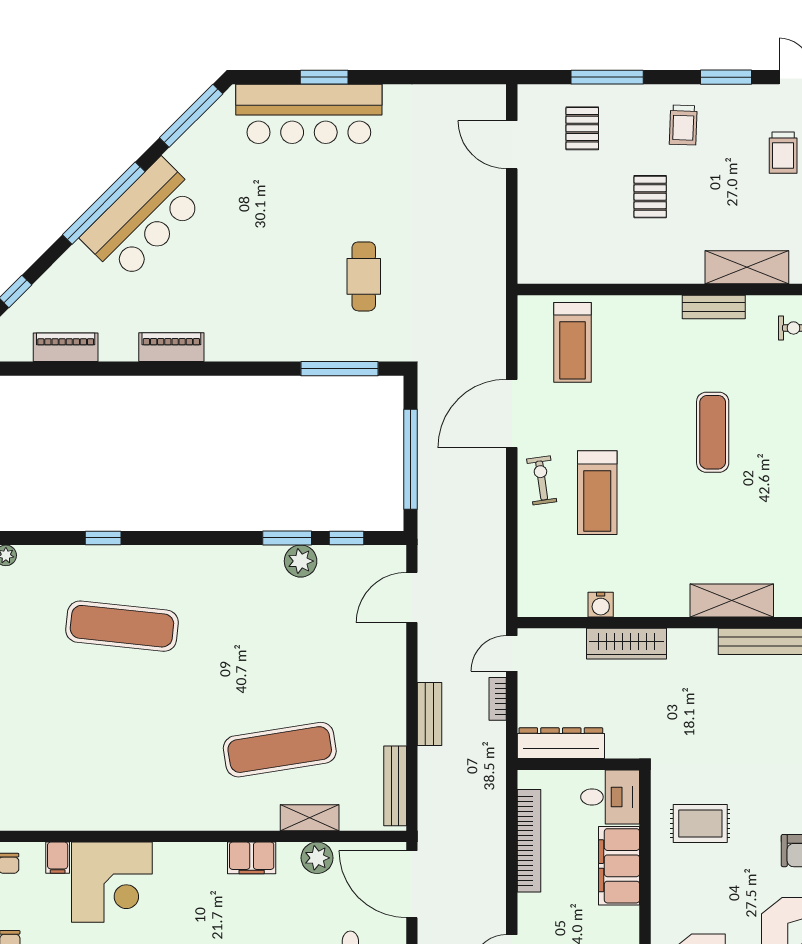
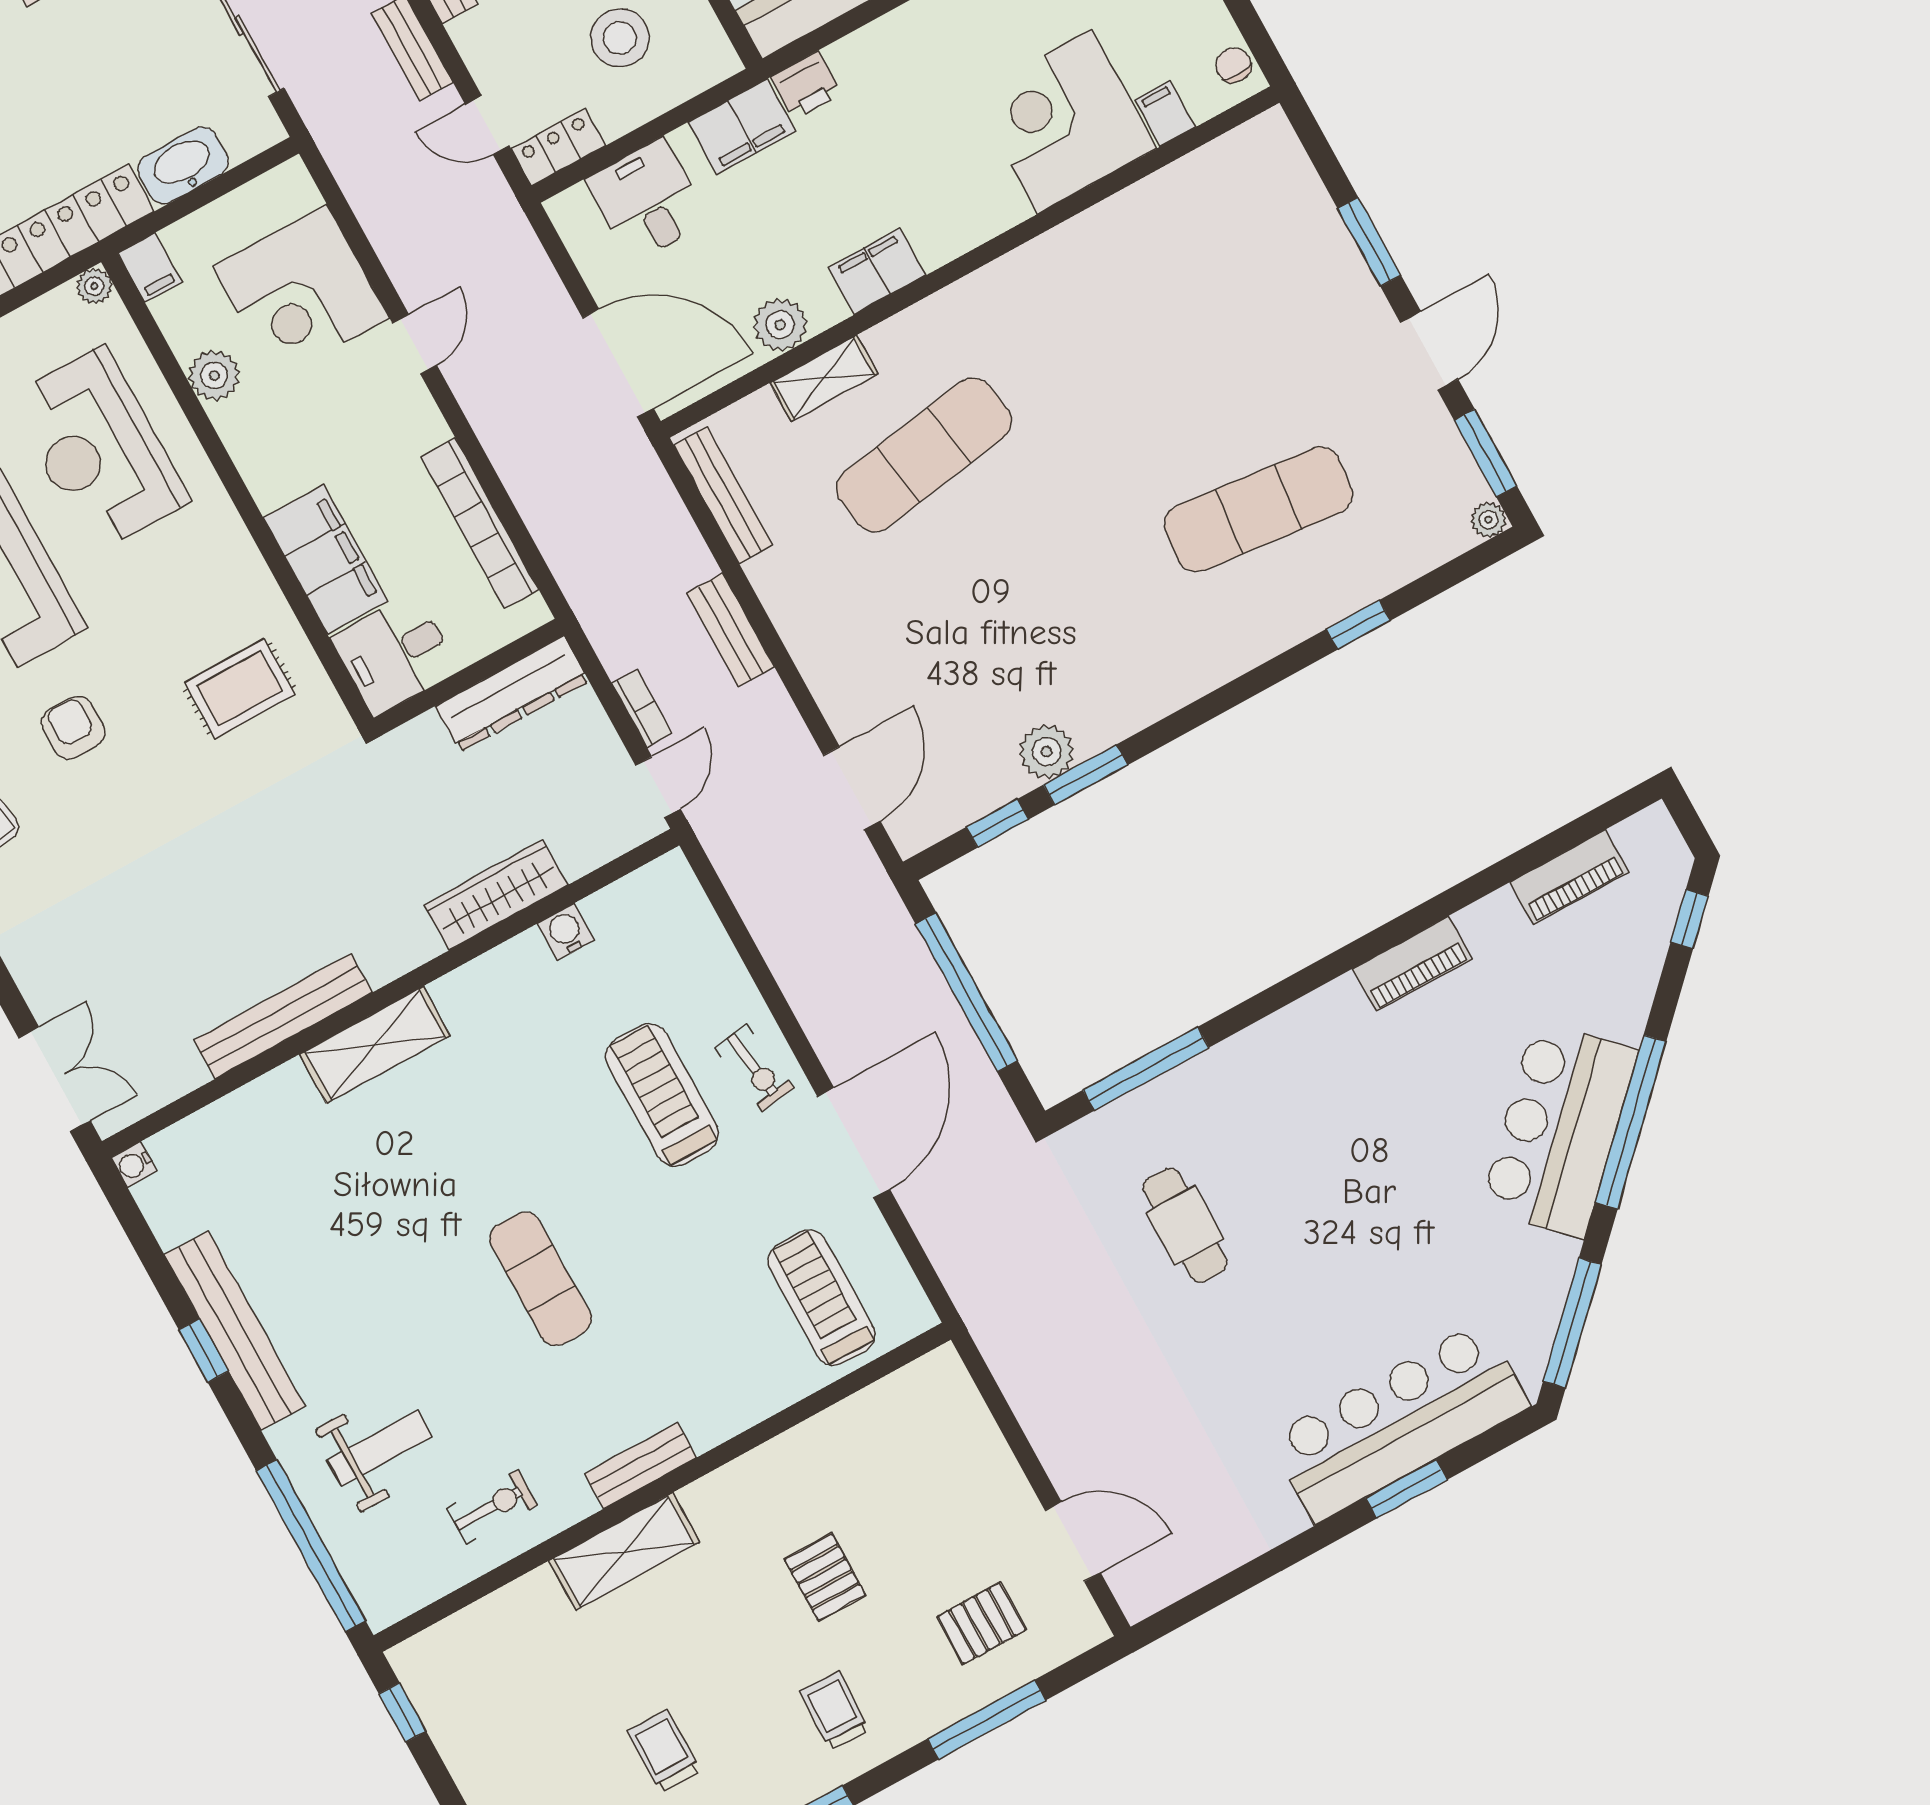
pallet: (582, 128) -> (982, 1623), turned 90

